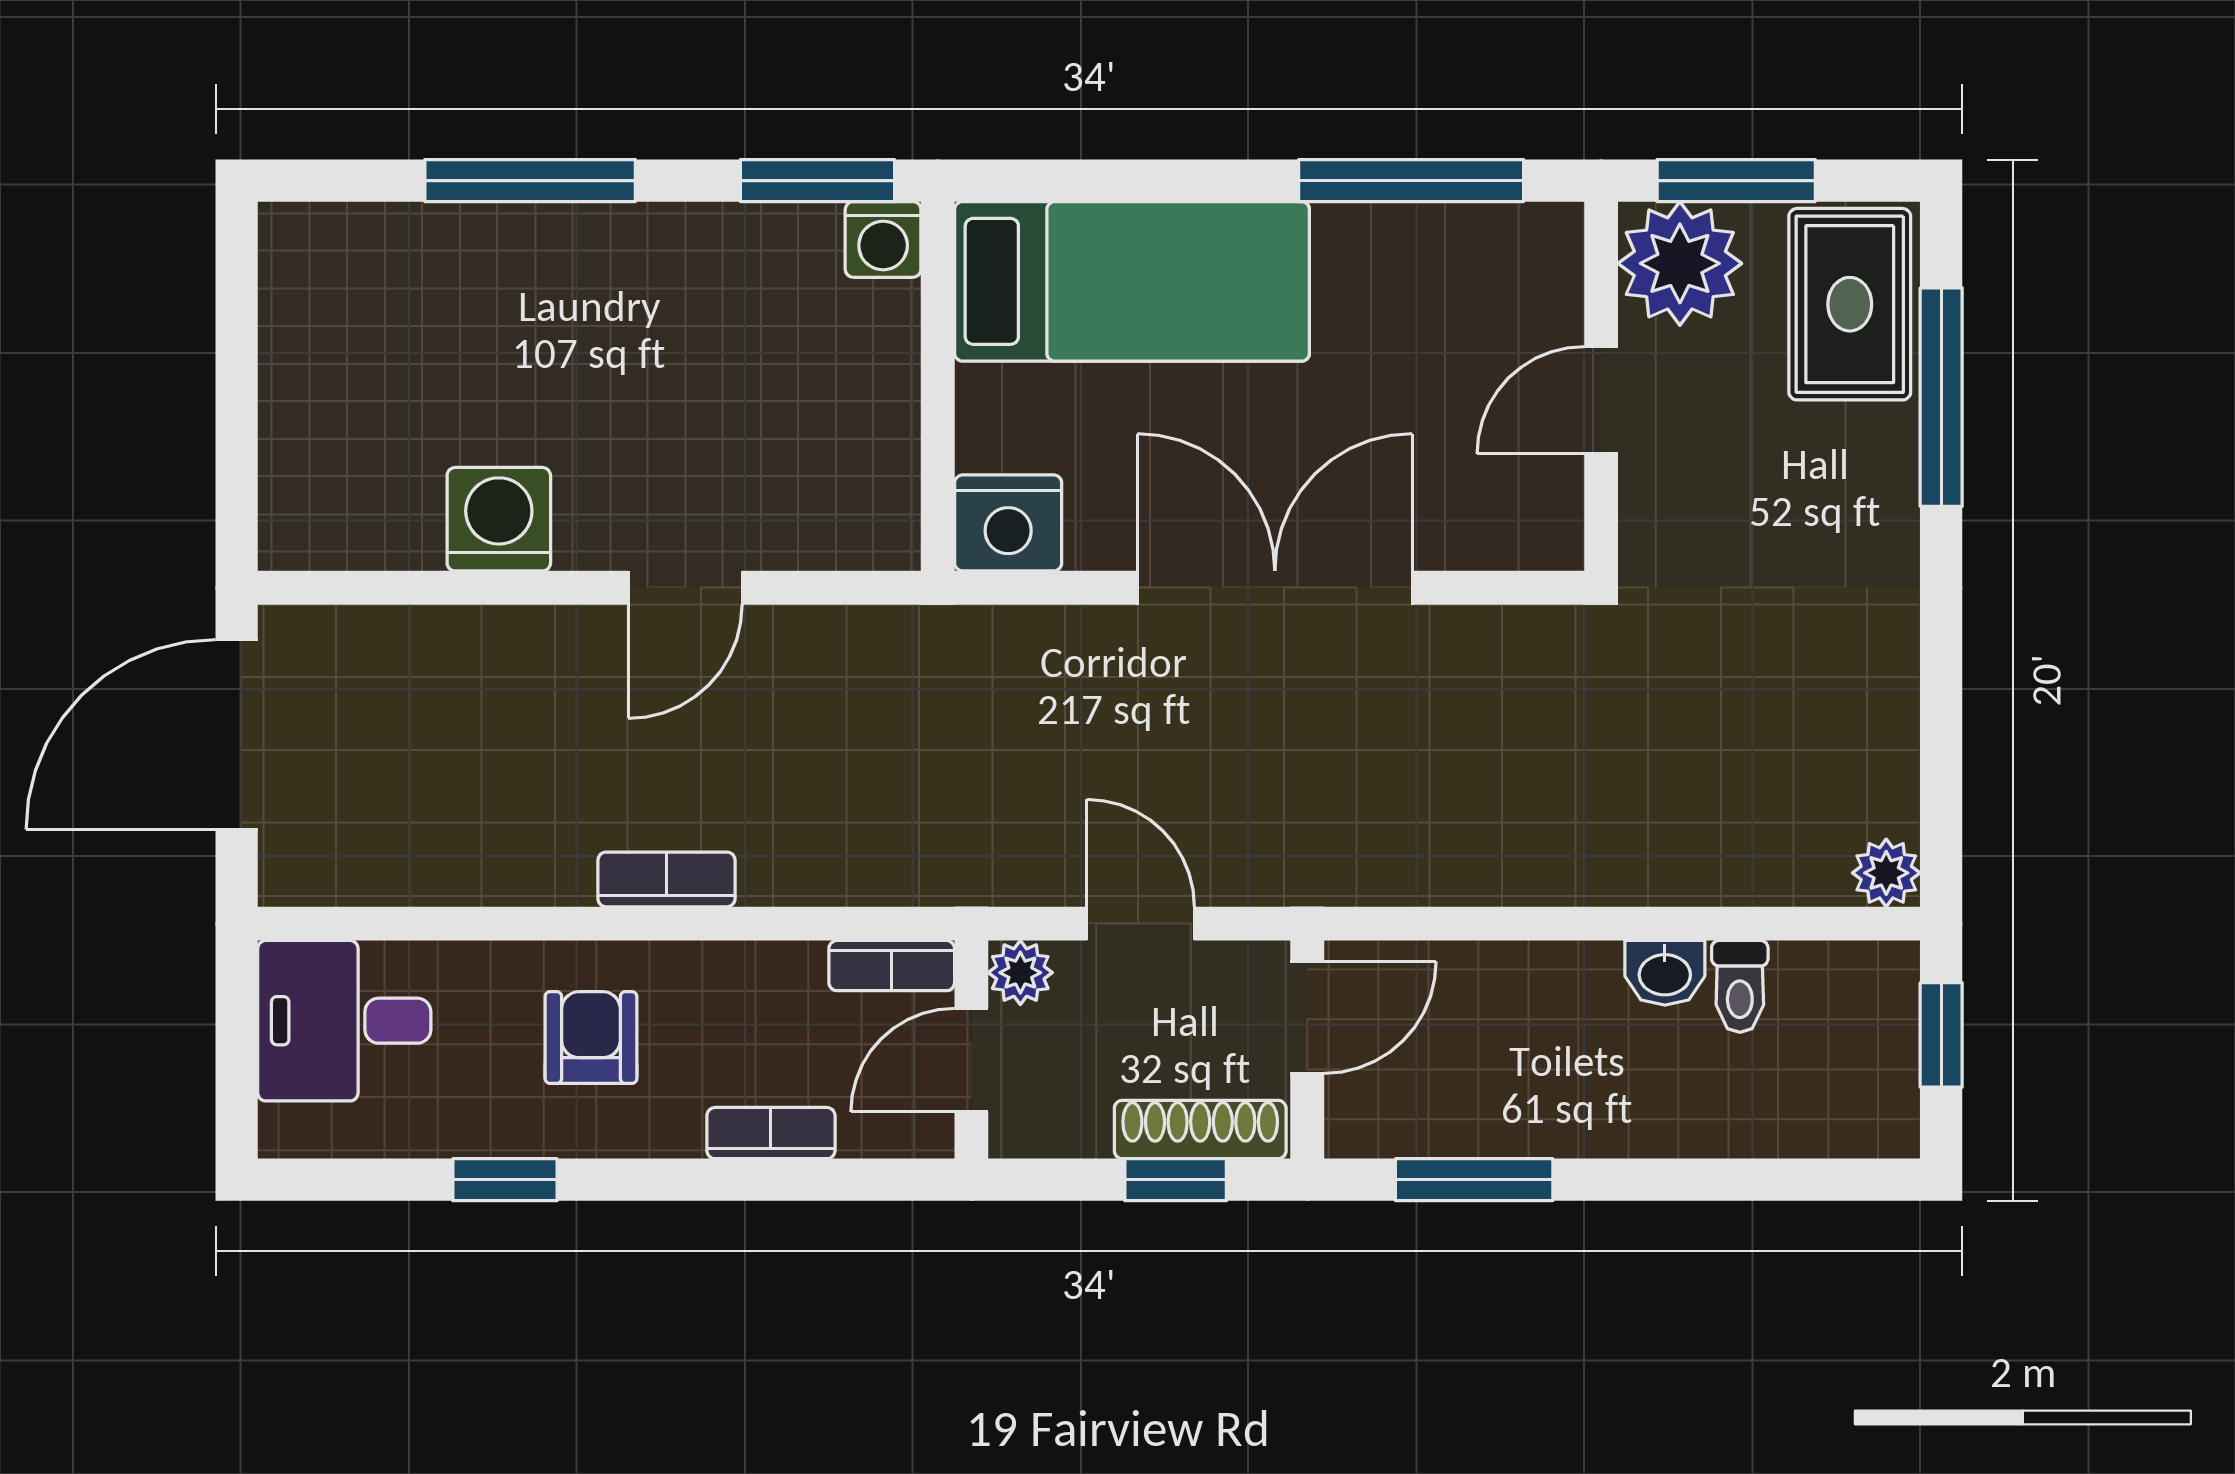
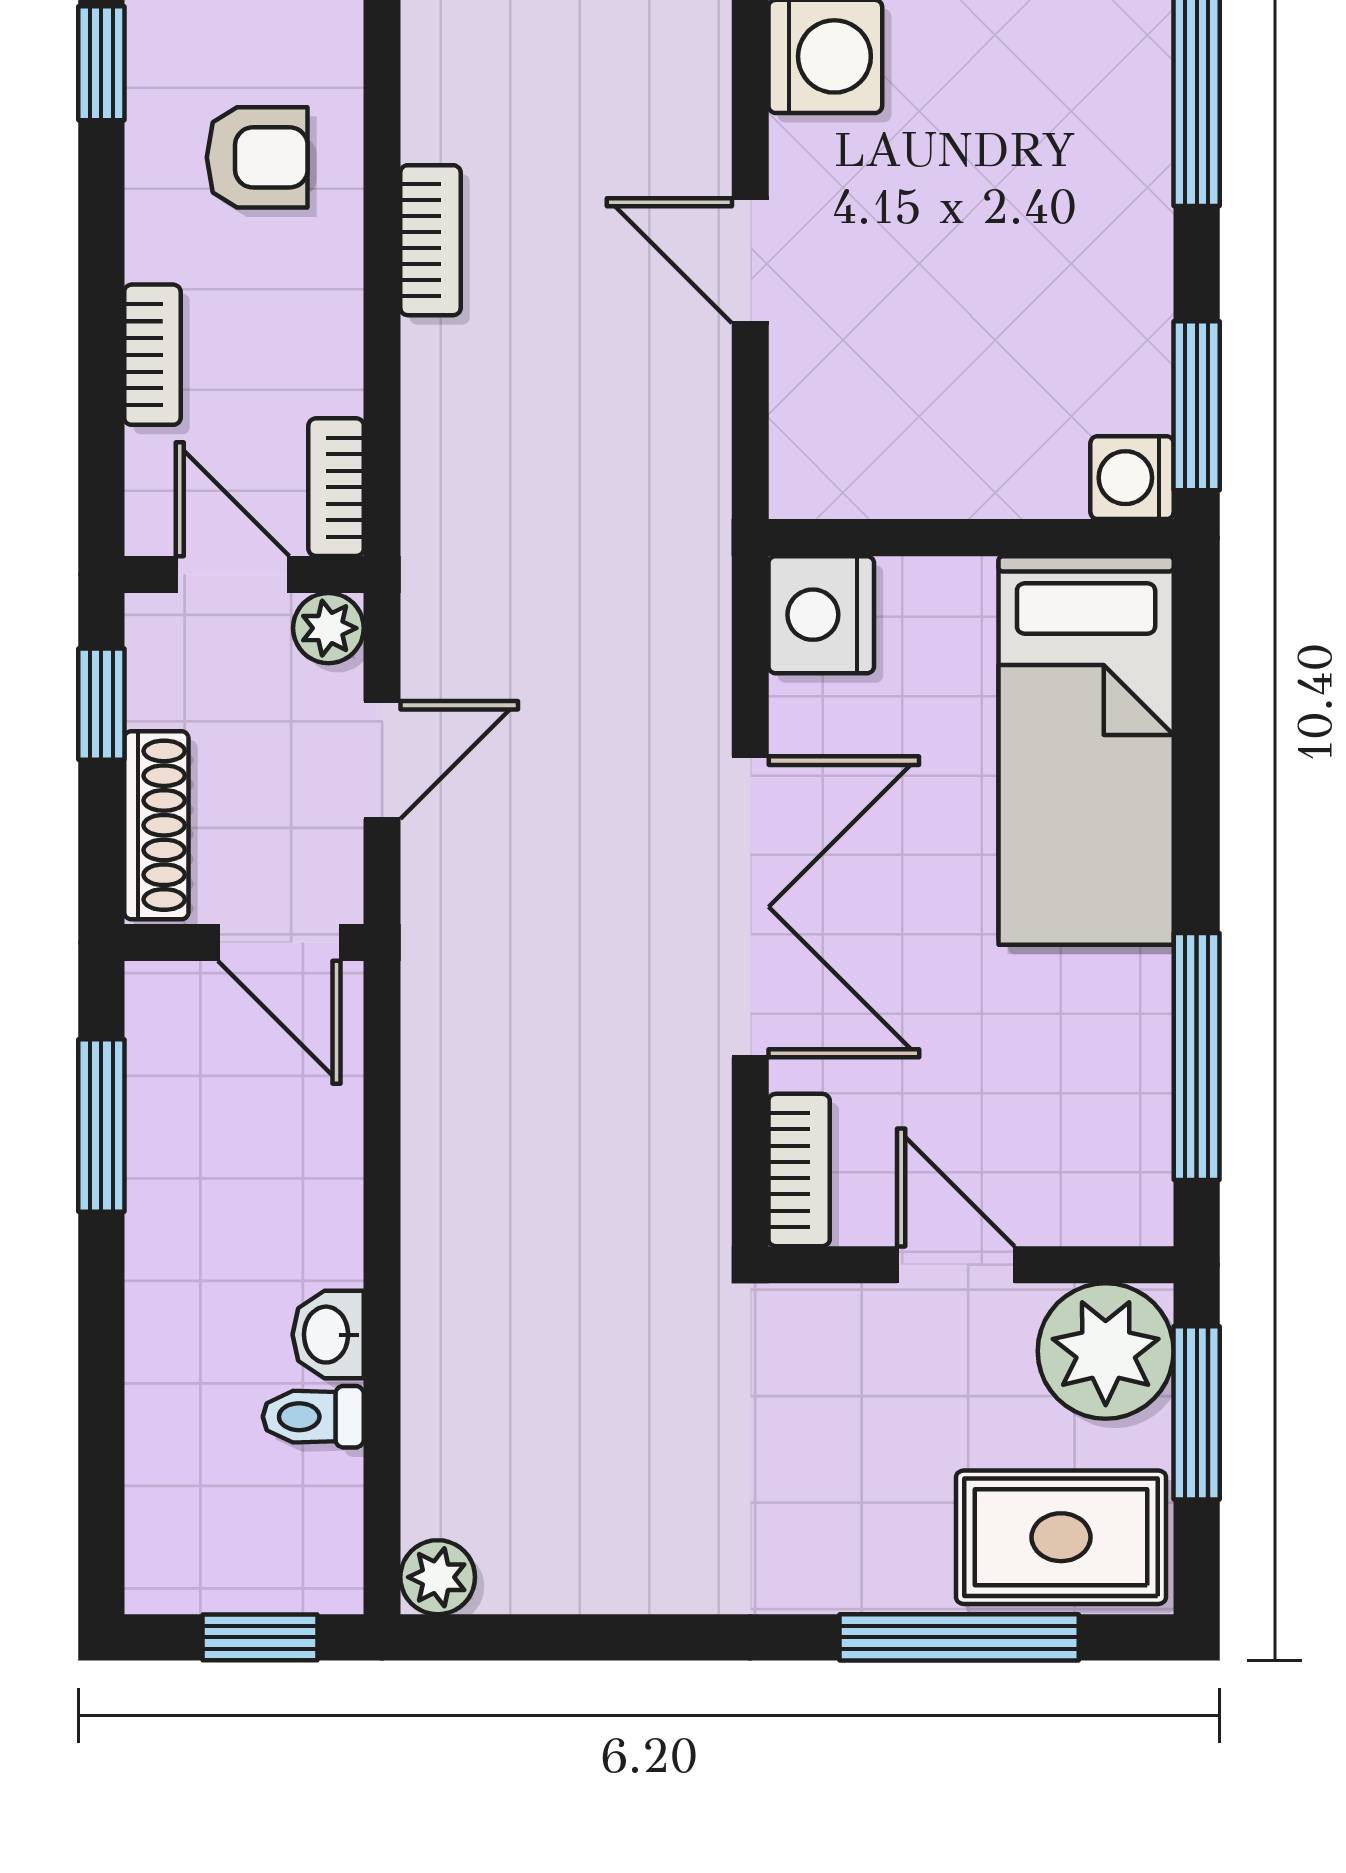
bookcase: (1515, 543) -> (799, 1170), added
window: (1176, 1180) -> (101, 704), moved

